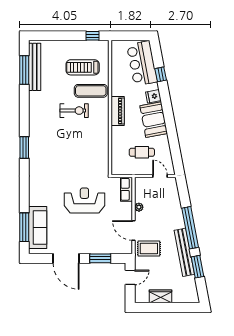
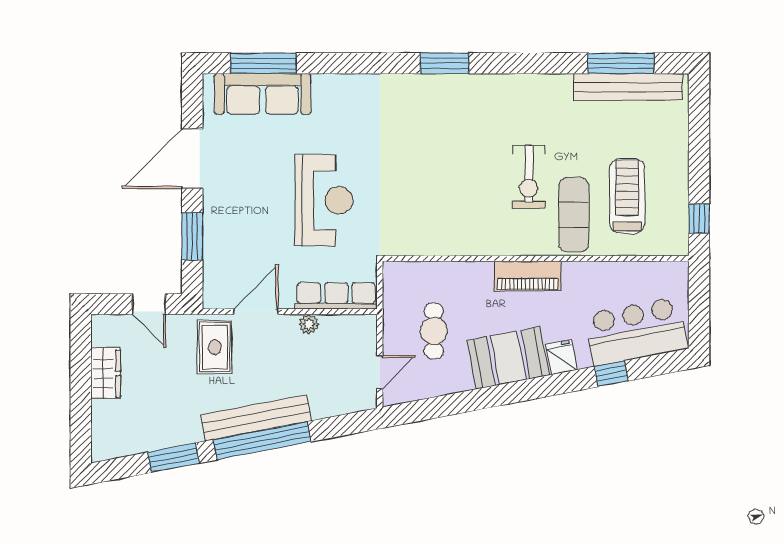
row of seats: (126, 189) -> (336, 296), width x1.48
bench: (184, 252) -> (256, 418), moved

